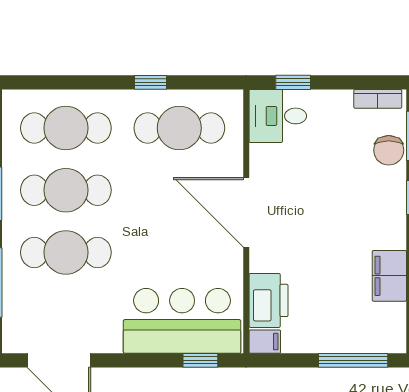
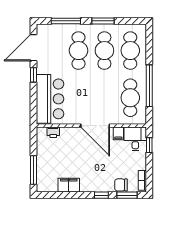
window: (150, 82) -> (149, 86), width x3.17
door: (246, 212) -> (95, 126), swing flipped
printer: (268, 300) -> (53, 132), width x0.53, depth x0.68
filing cabinet: (265, 342) -> (118, 133), moved
window: (200, 360) -> (34, 75), moved

